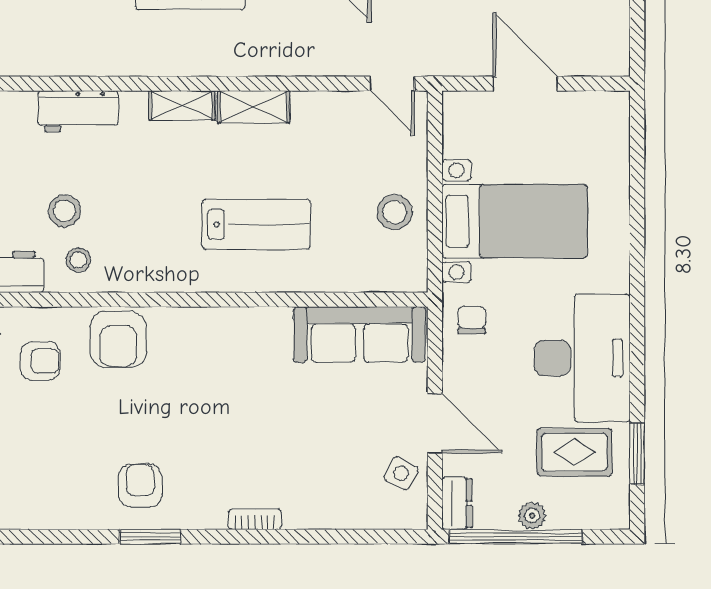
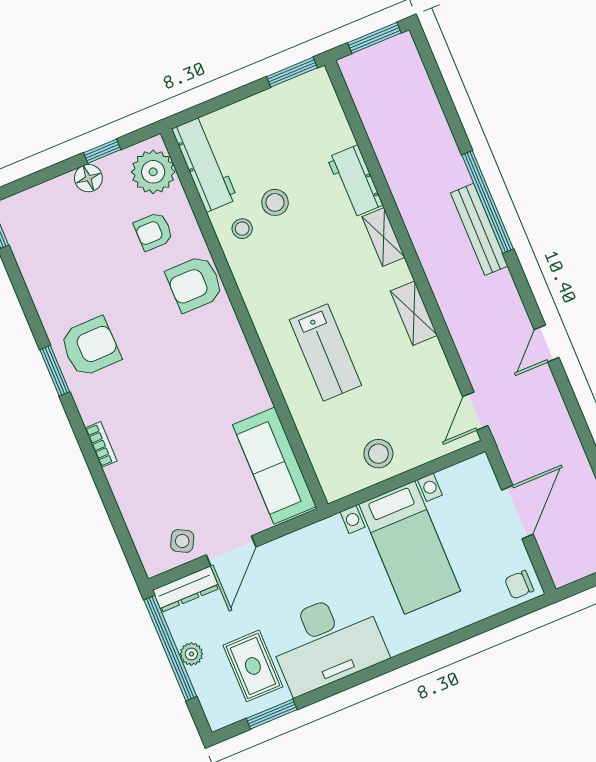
shelving: (182, 105) -> (383, 237), moved
chair: (472, 320) -> (519, 585), moved, turned 180
armchair: (40, 361) -> (153, 231), turned 90
armchair: (140, 486) -> (90, 347), width x1.38, depth x1.38
dresser: (457, 503) -> (186, 589), width x1.44

